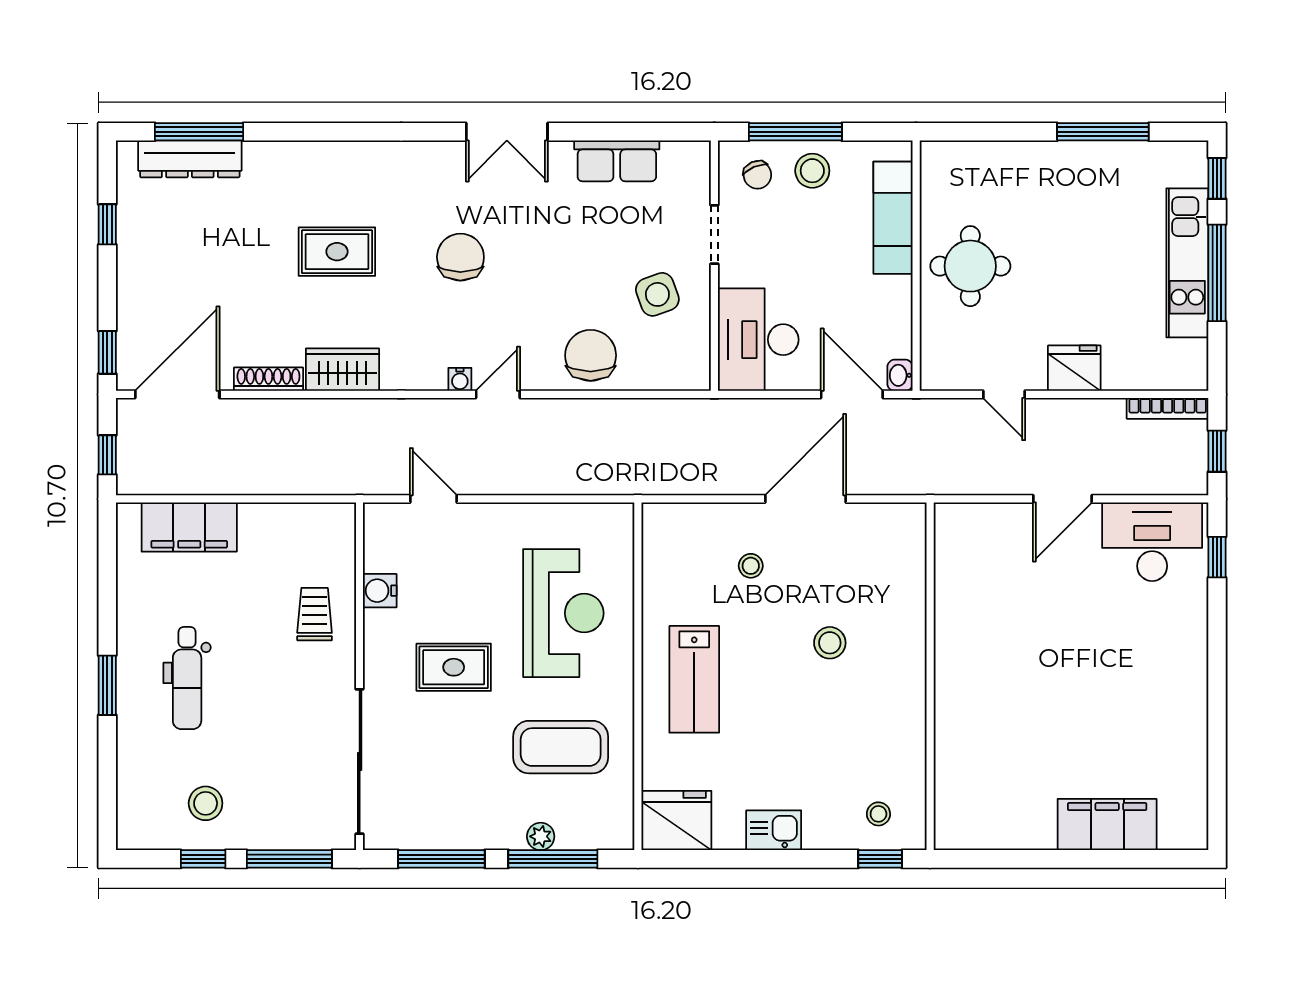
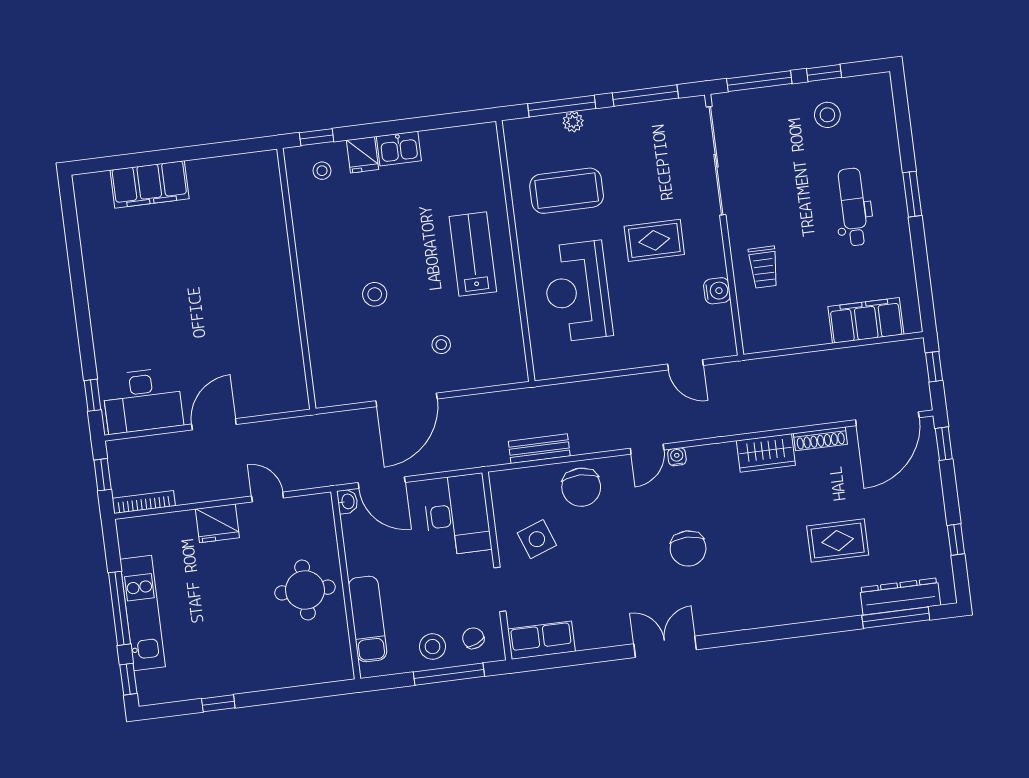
window: (1103, 132) -> (218, 703), width x0.46
row of seats: (617, 161) -> (541, 640), moved
rug: (337, 252) -> (838, 541), moved
bench: (639, 413) -> (539, 449), added
fridge: (676, 820) -> (363, 155), moved, width x0.53, depth x0.75

